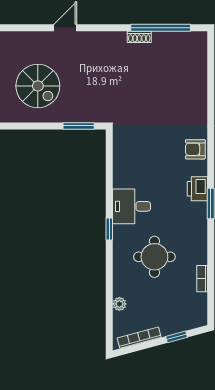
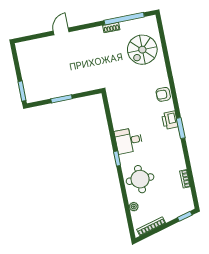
spiral stairs: (38, 86) -> (142, 50), moved, turned 90
window: (79, 126) -> (61, 99), moved
round table: (154, 257) -> (140, 179), moved
window: (176, 337) -> (185, 216), moved

